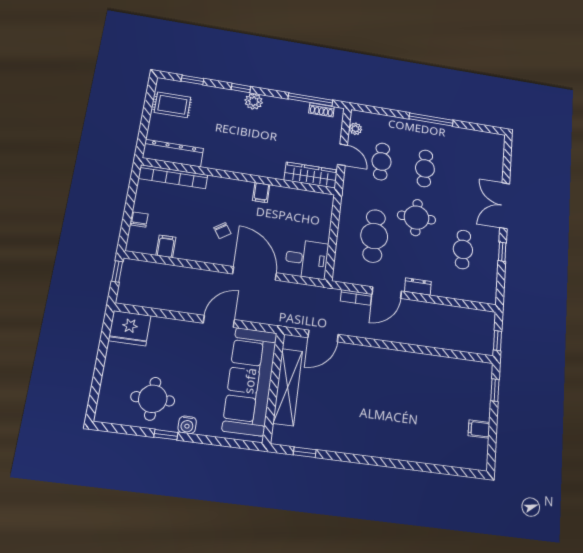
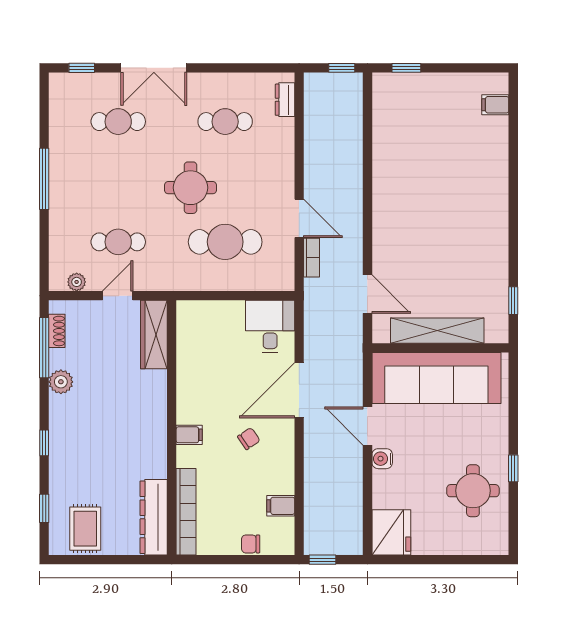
plant: (254, 101) -> (61, 382), moved
cafe table: (425, 168) -> (118, 122), moved
filing cabinet: (261, 193) -> (189, 435), moved
window: (502, 252) -> (82, 68), moved
dresser: (418, 287) -> (285, 100), moved
water cooler: (187, 425) -> (382, 459), moved, turned 180
filing cabinet: (479, 429) -> (495, 105), moved, turned 90

